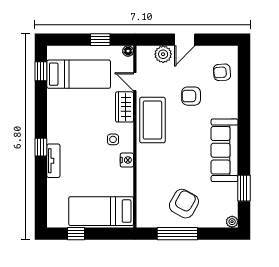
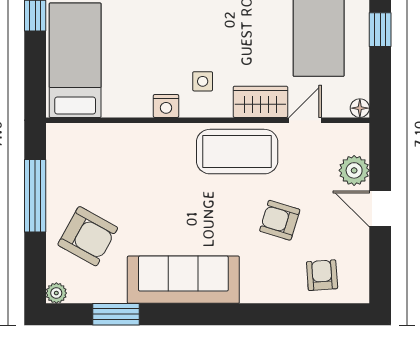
window: (100, 40) -> (380, 30), moved
armchair: (191, 96) -> (280, 220), turned -73
armchair: (184, 204) -> (88, 236), moved

